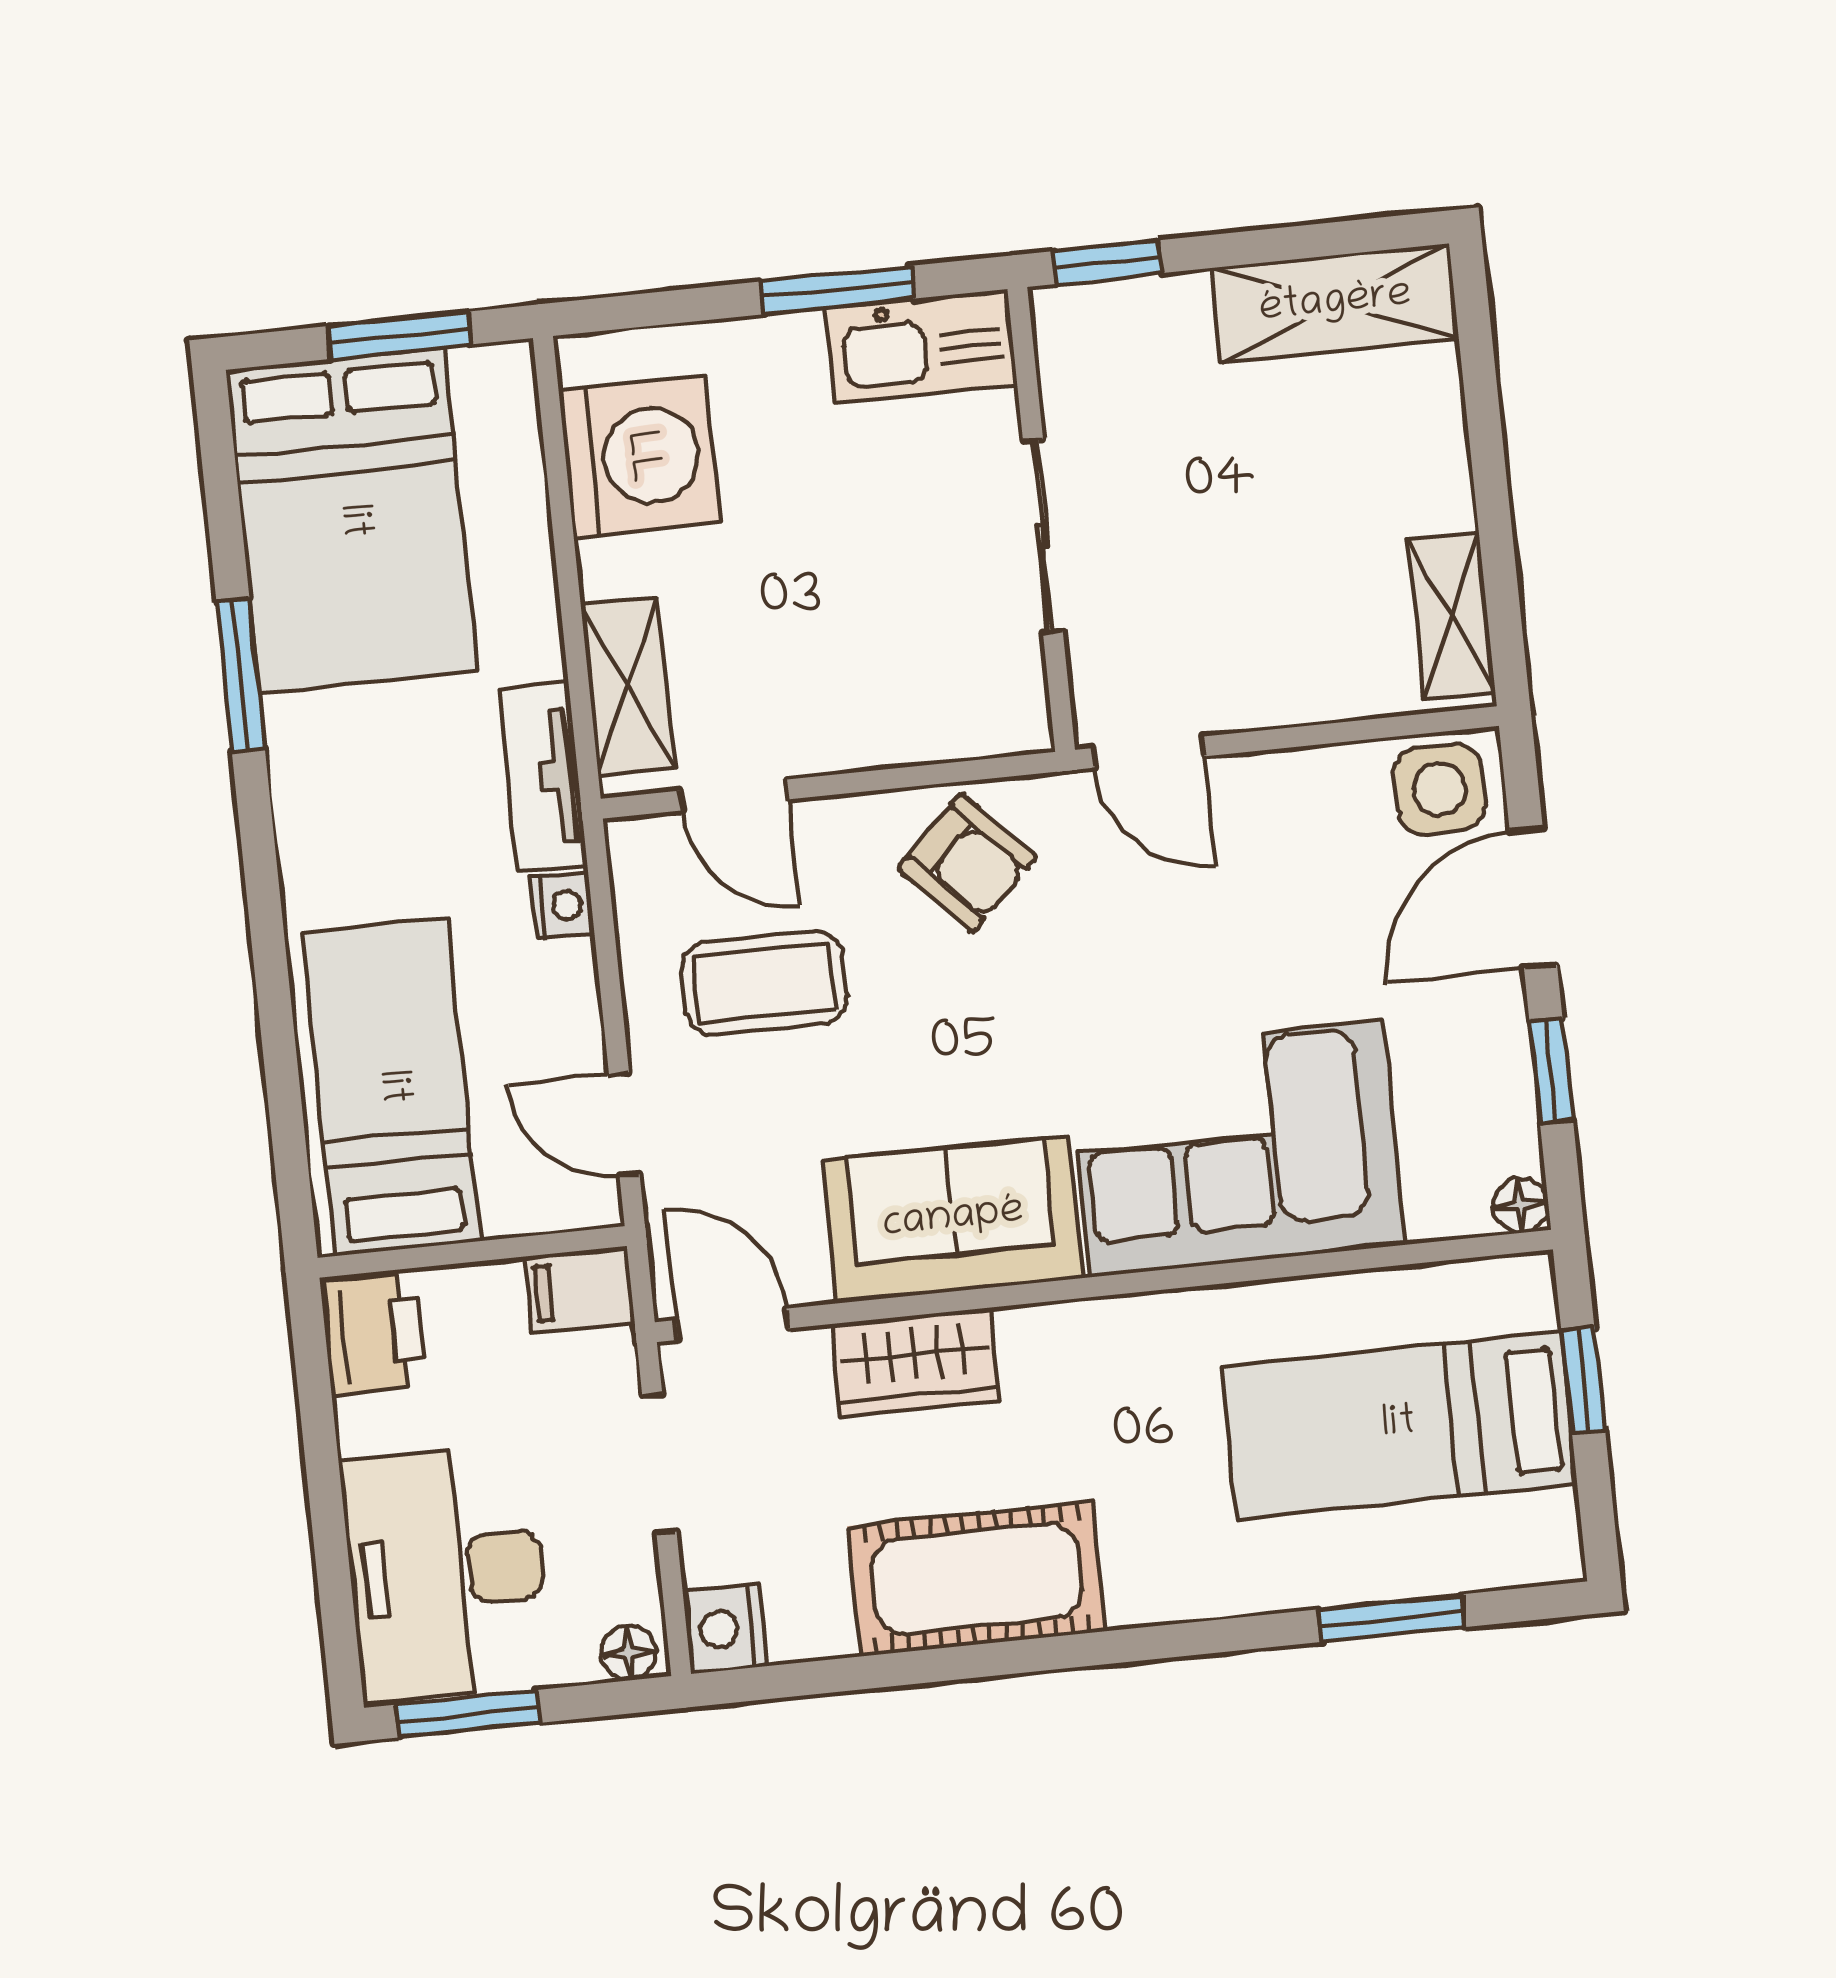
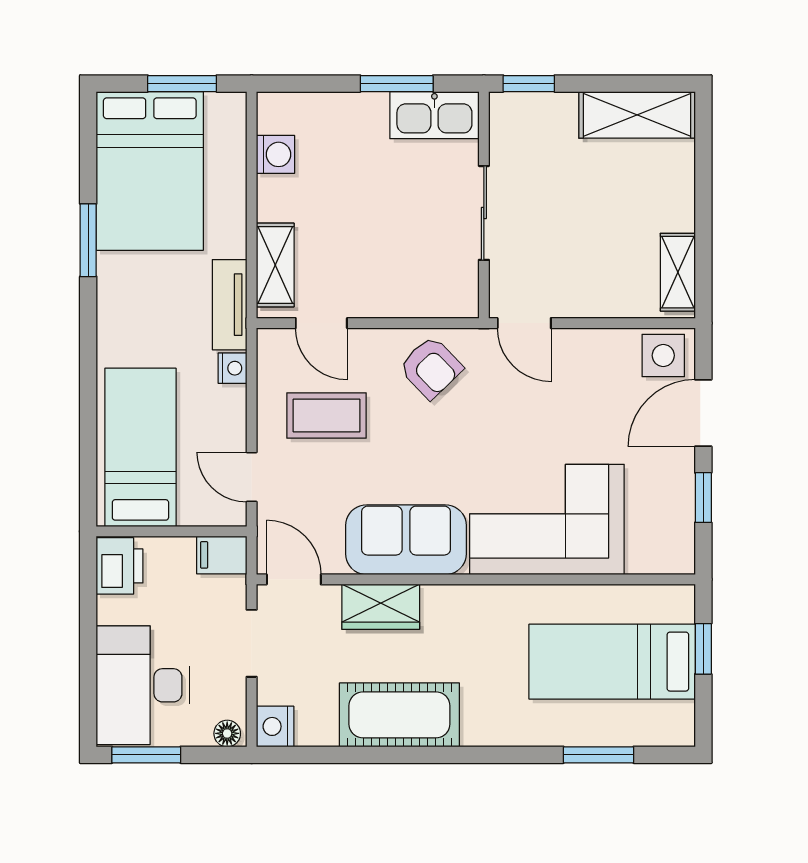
washing machine: (640, 457) -> (275, 154), width x0.53, depth x0.53
floor lamp: (1521, 1205) -> (682, 561), removed

